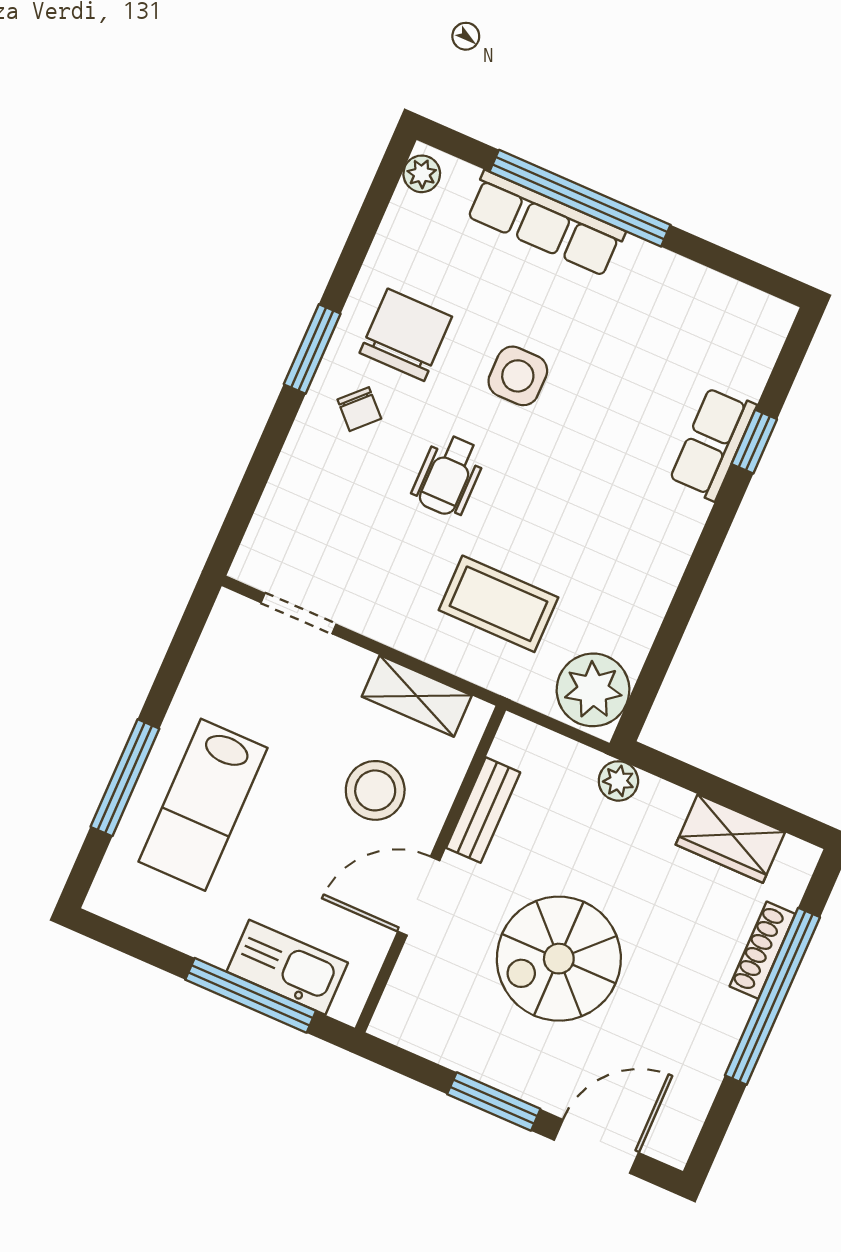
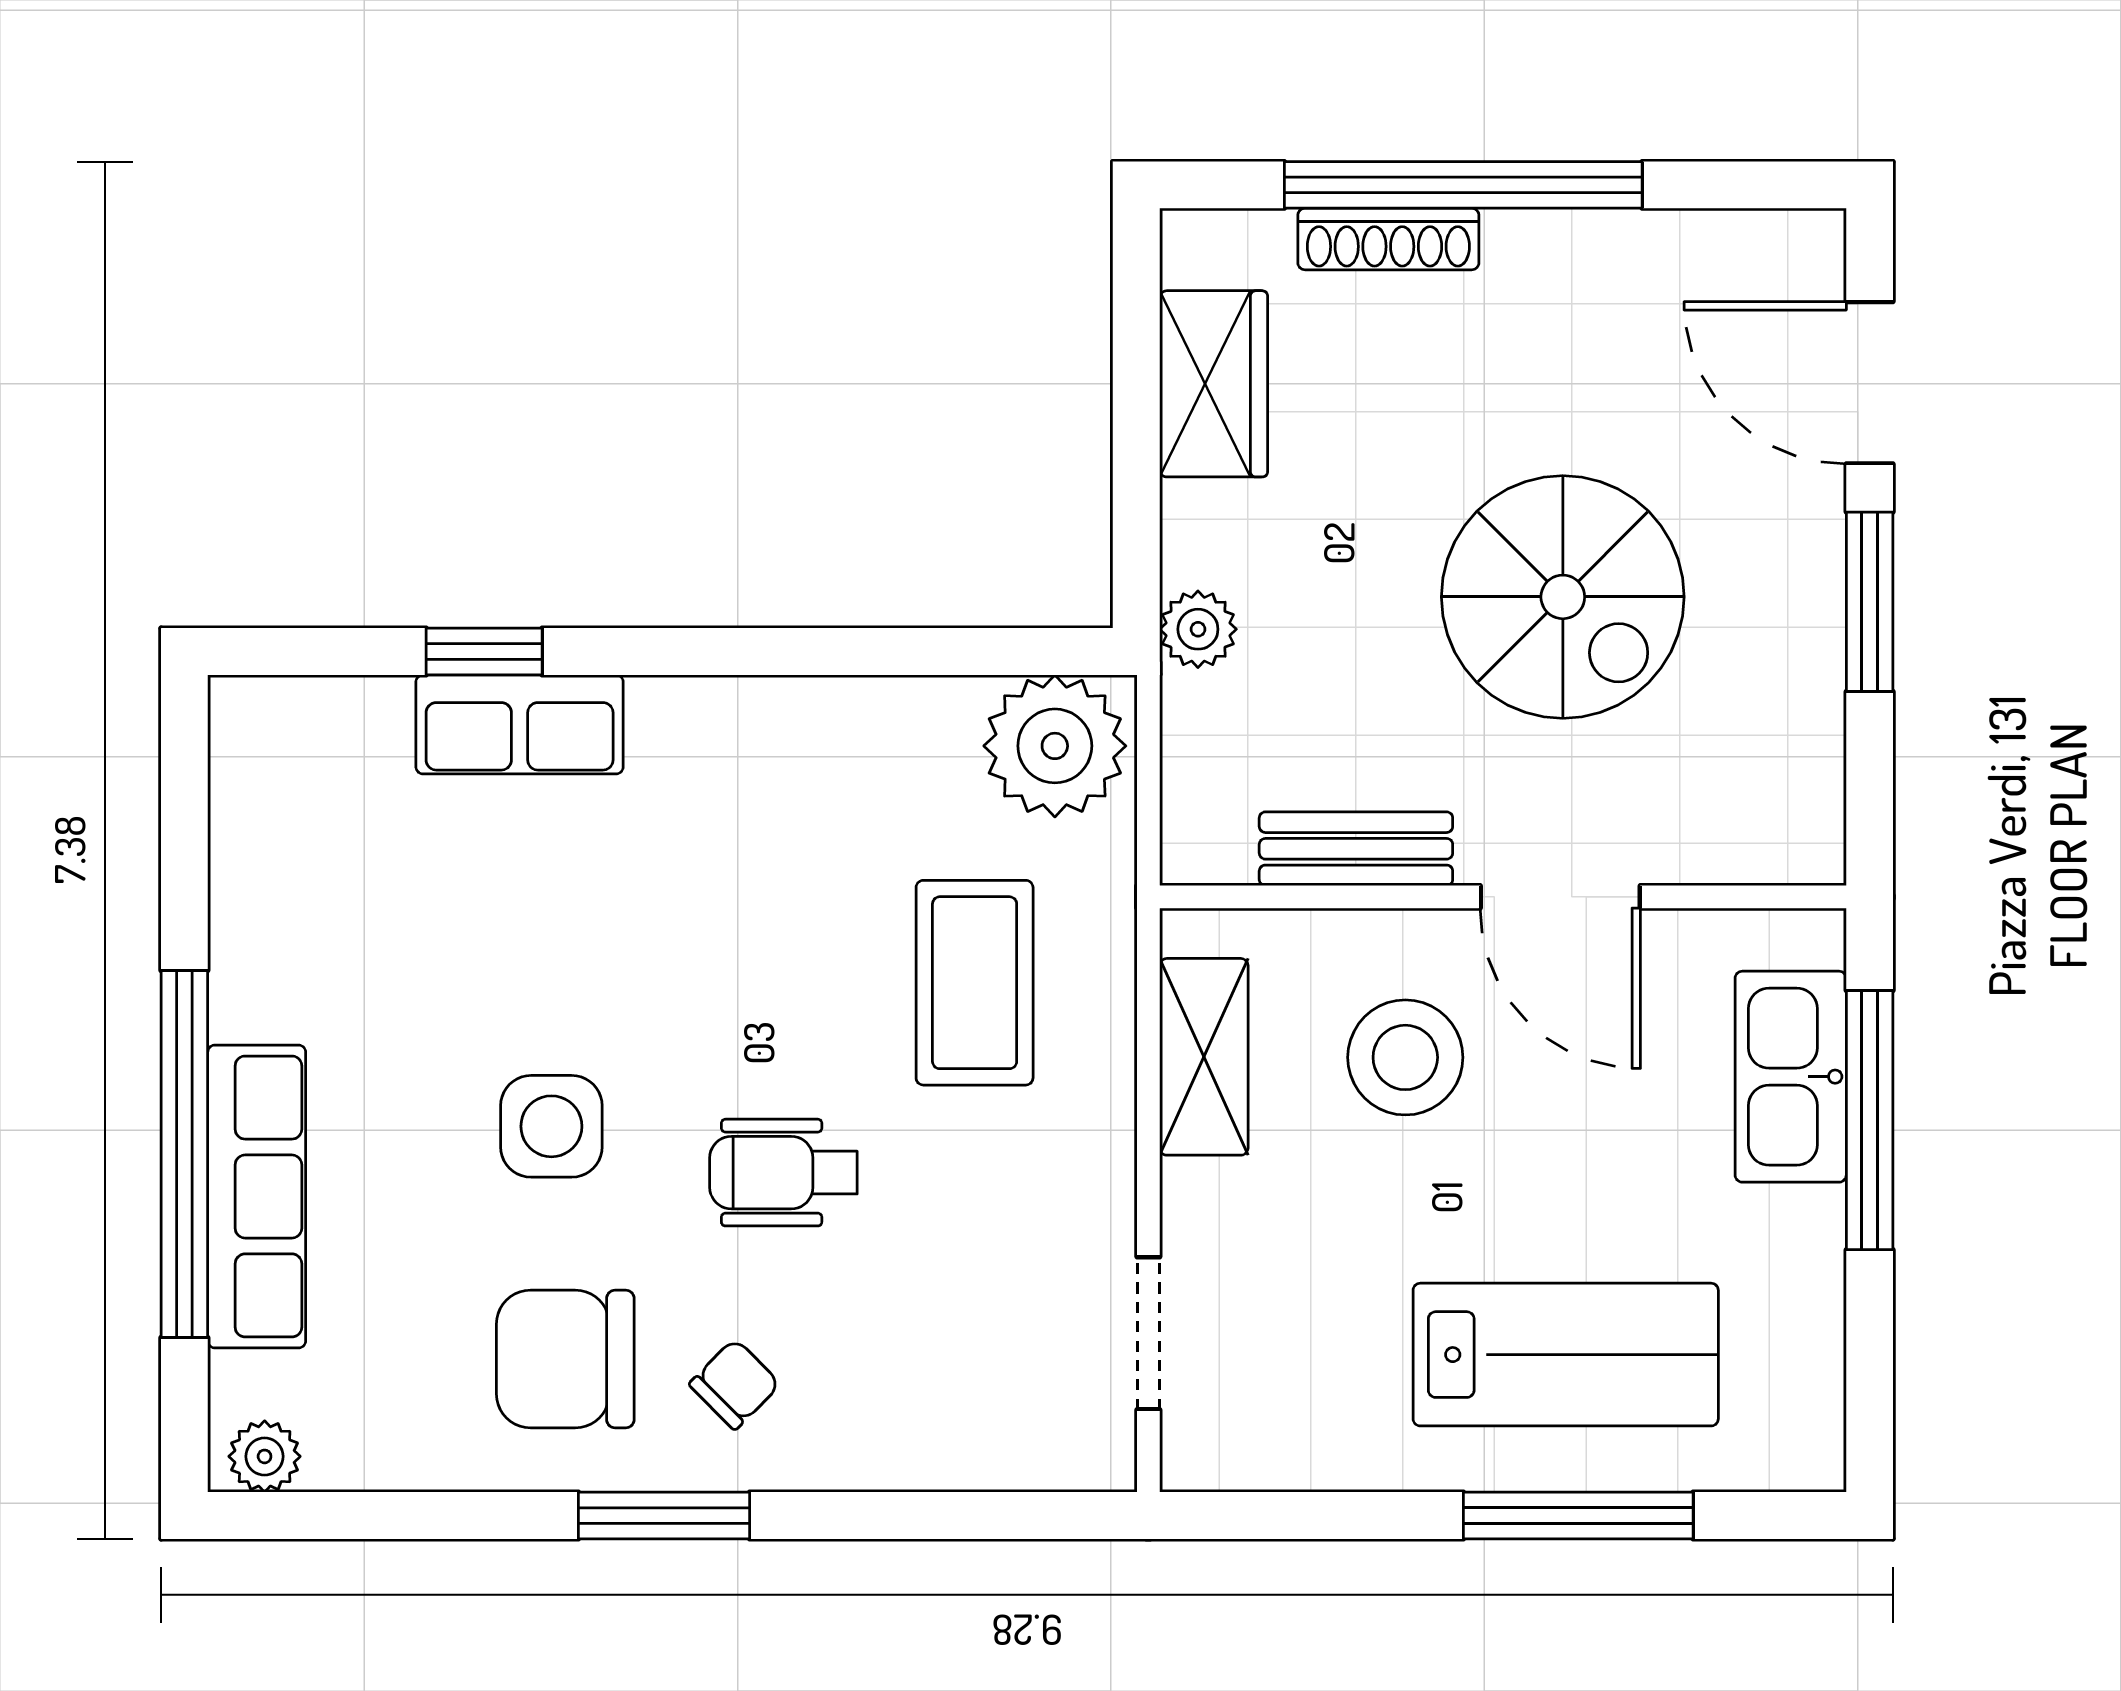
wheelchair: (449, 475) -> (783, 1173), turned 180

